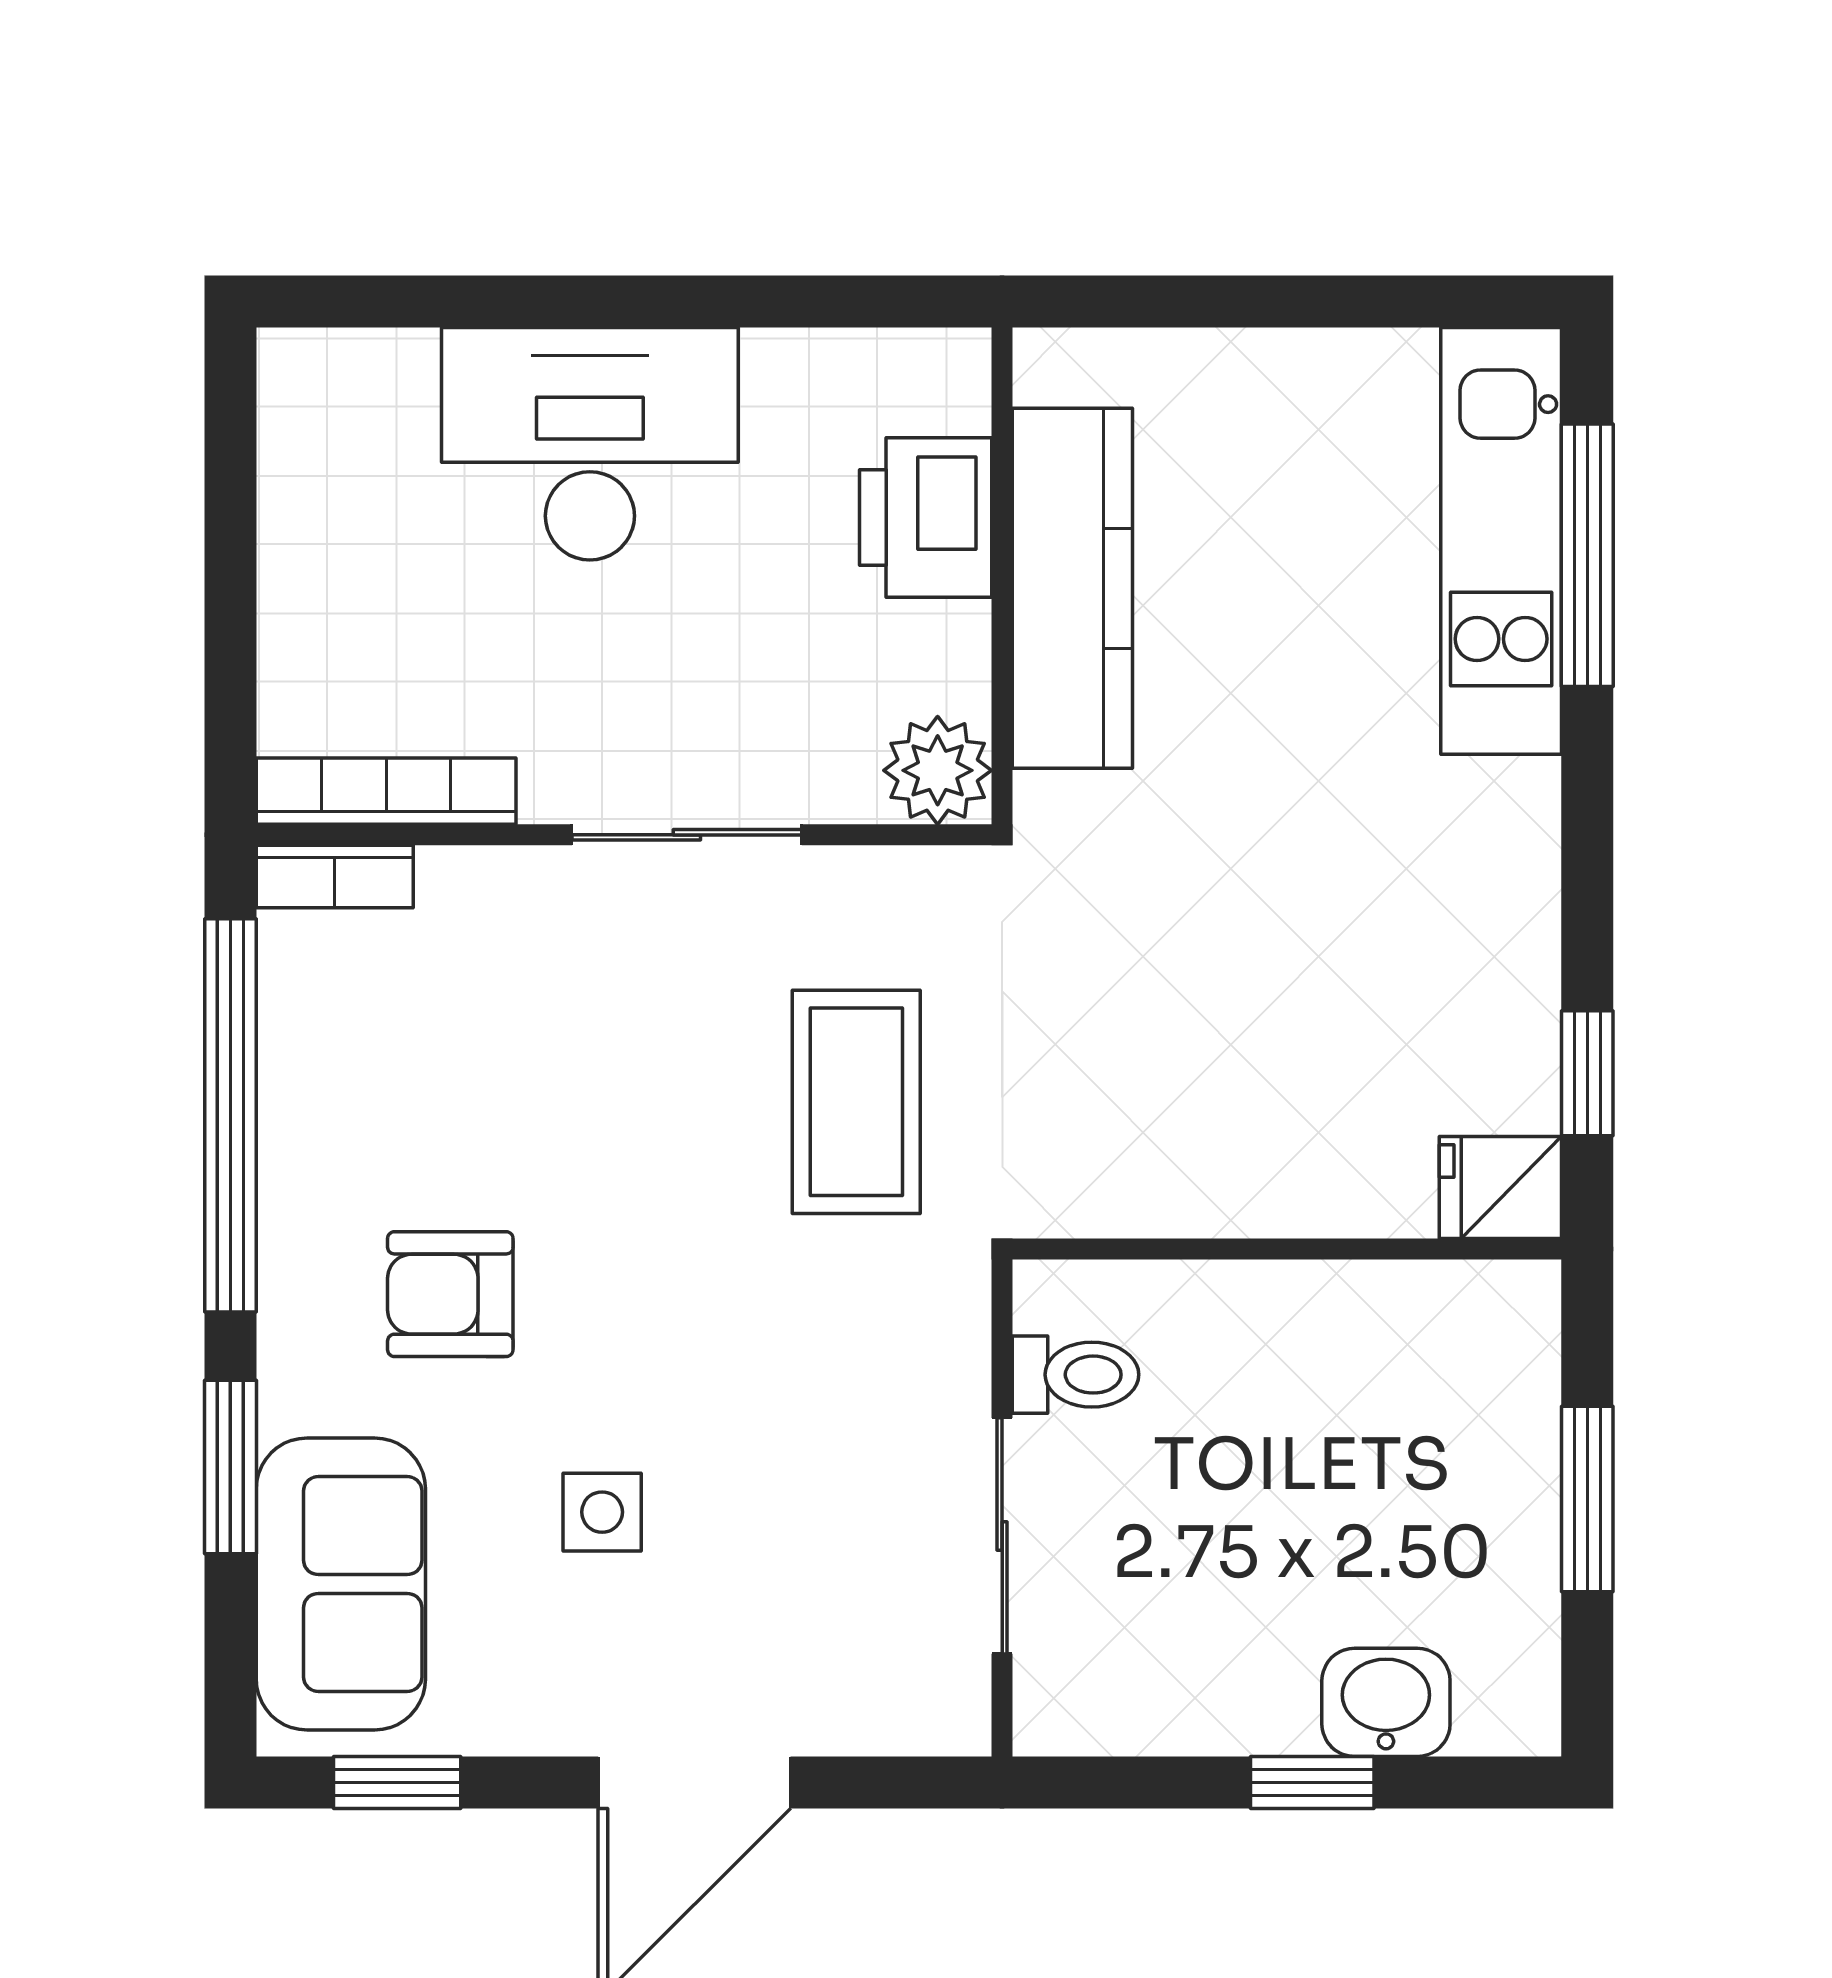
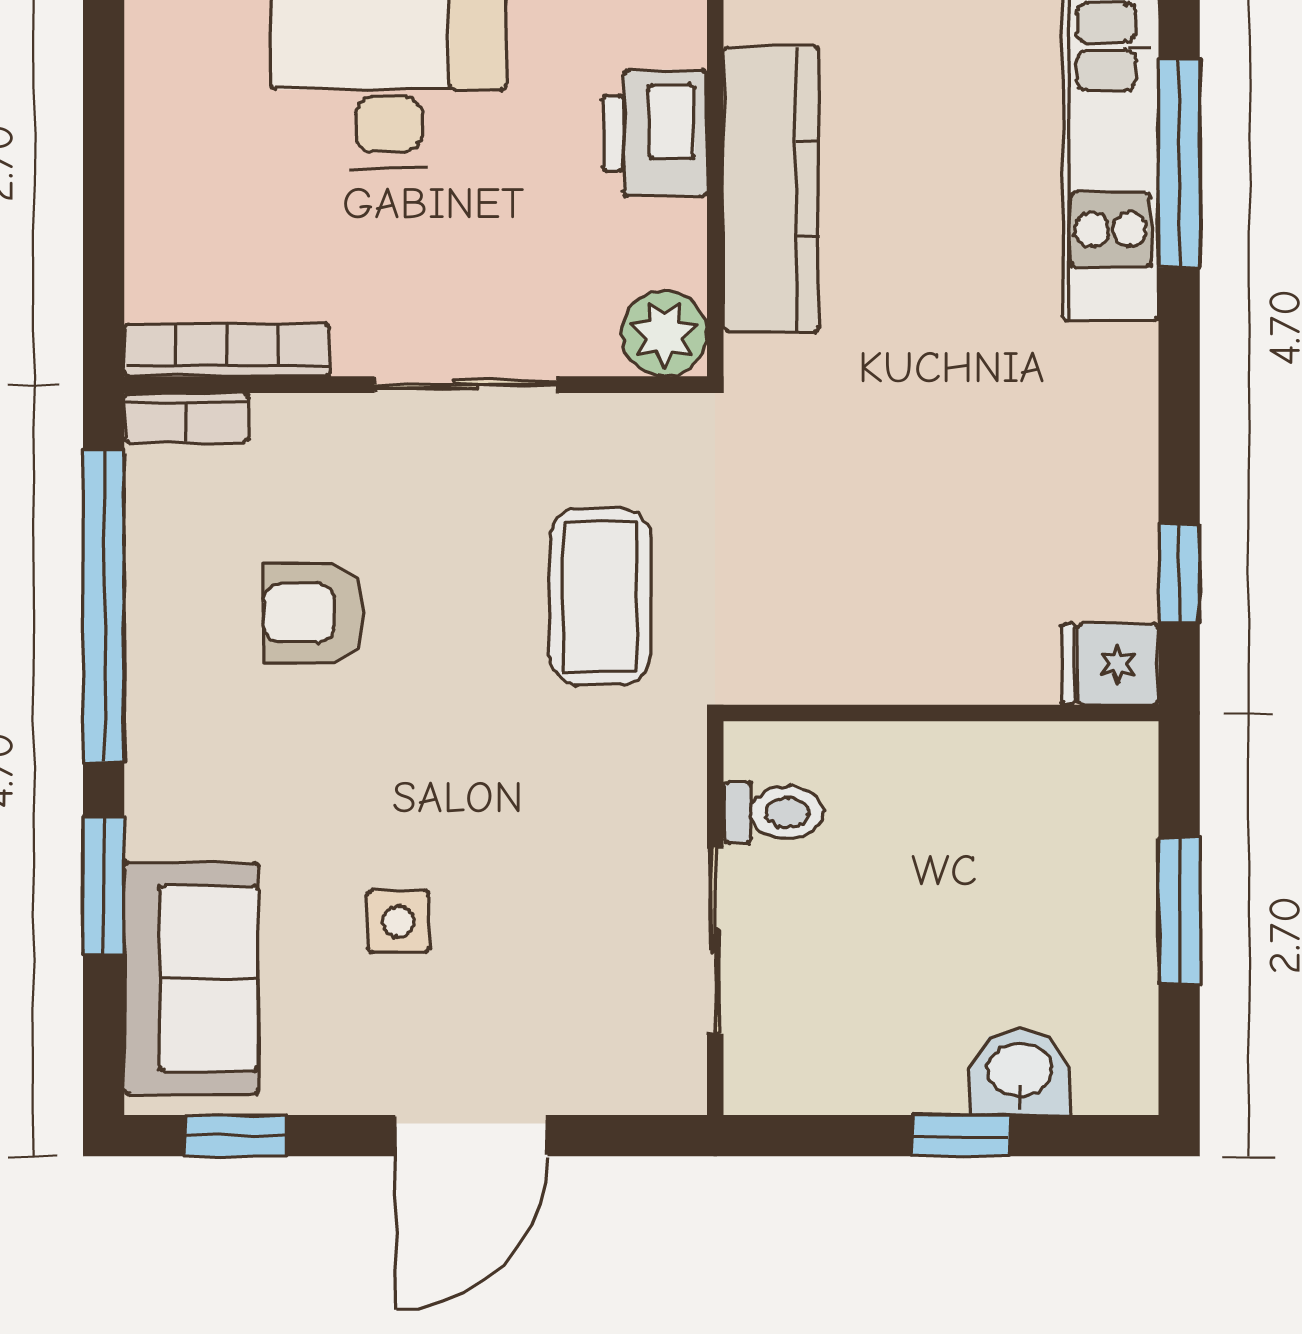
armchair: (450, 1294) -> (313, 613), moved

